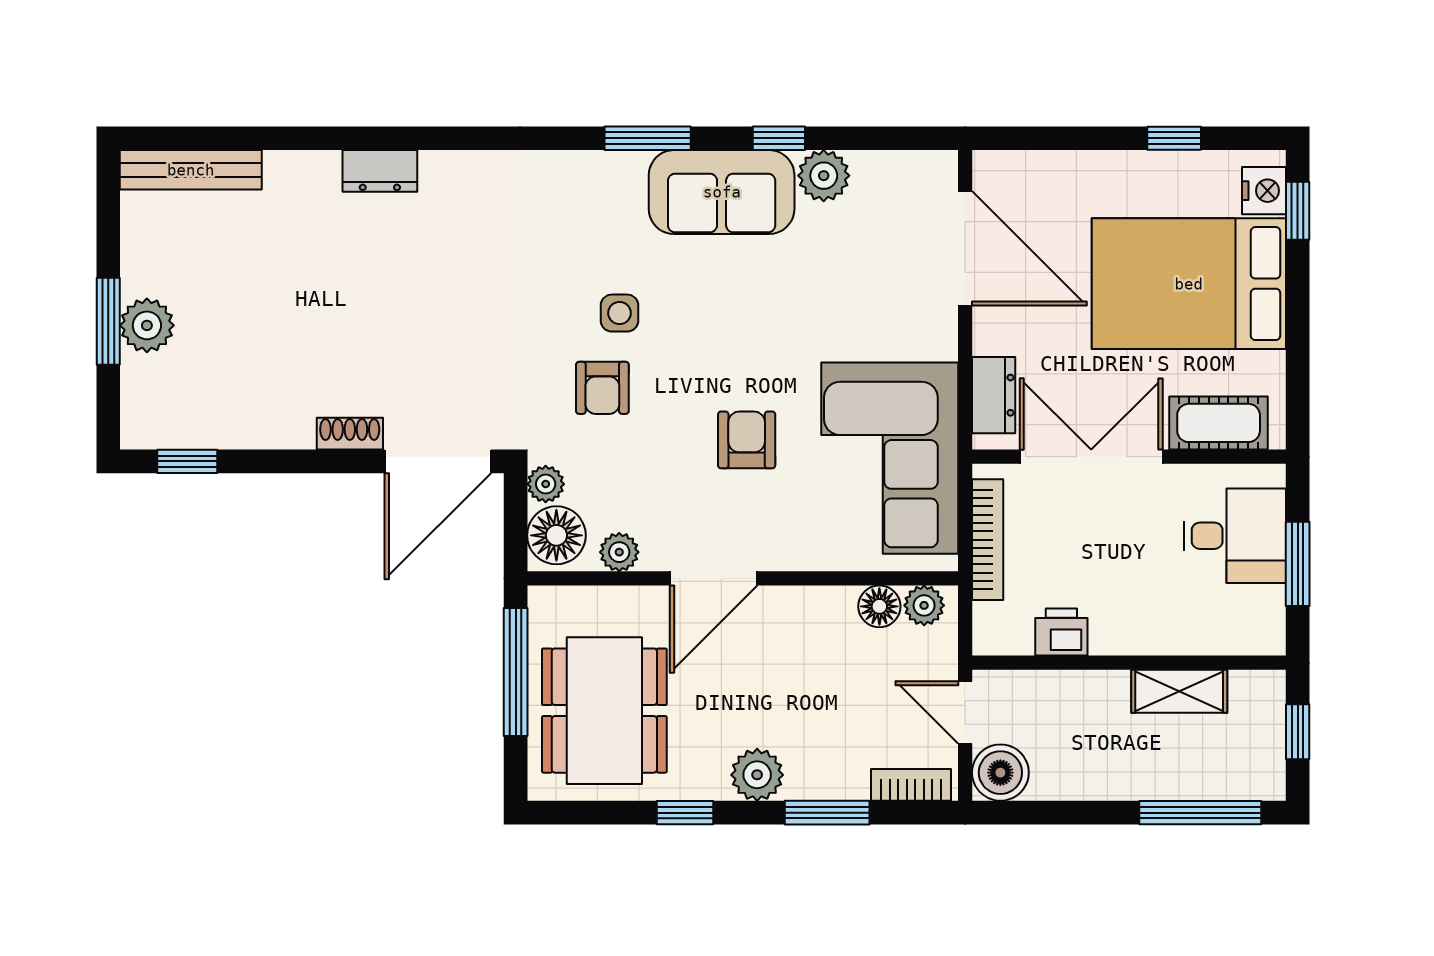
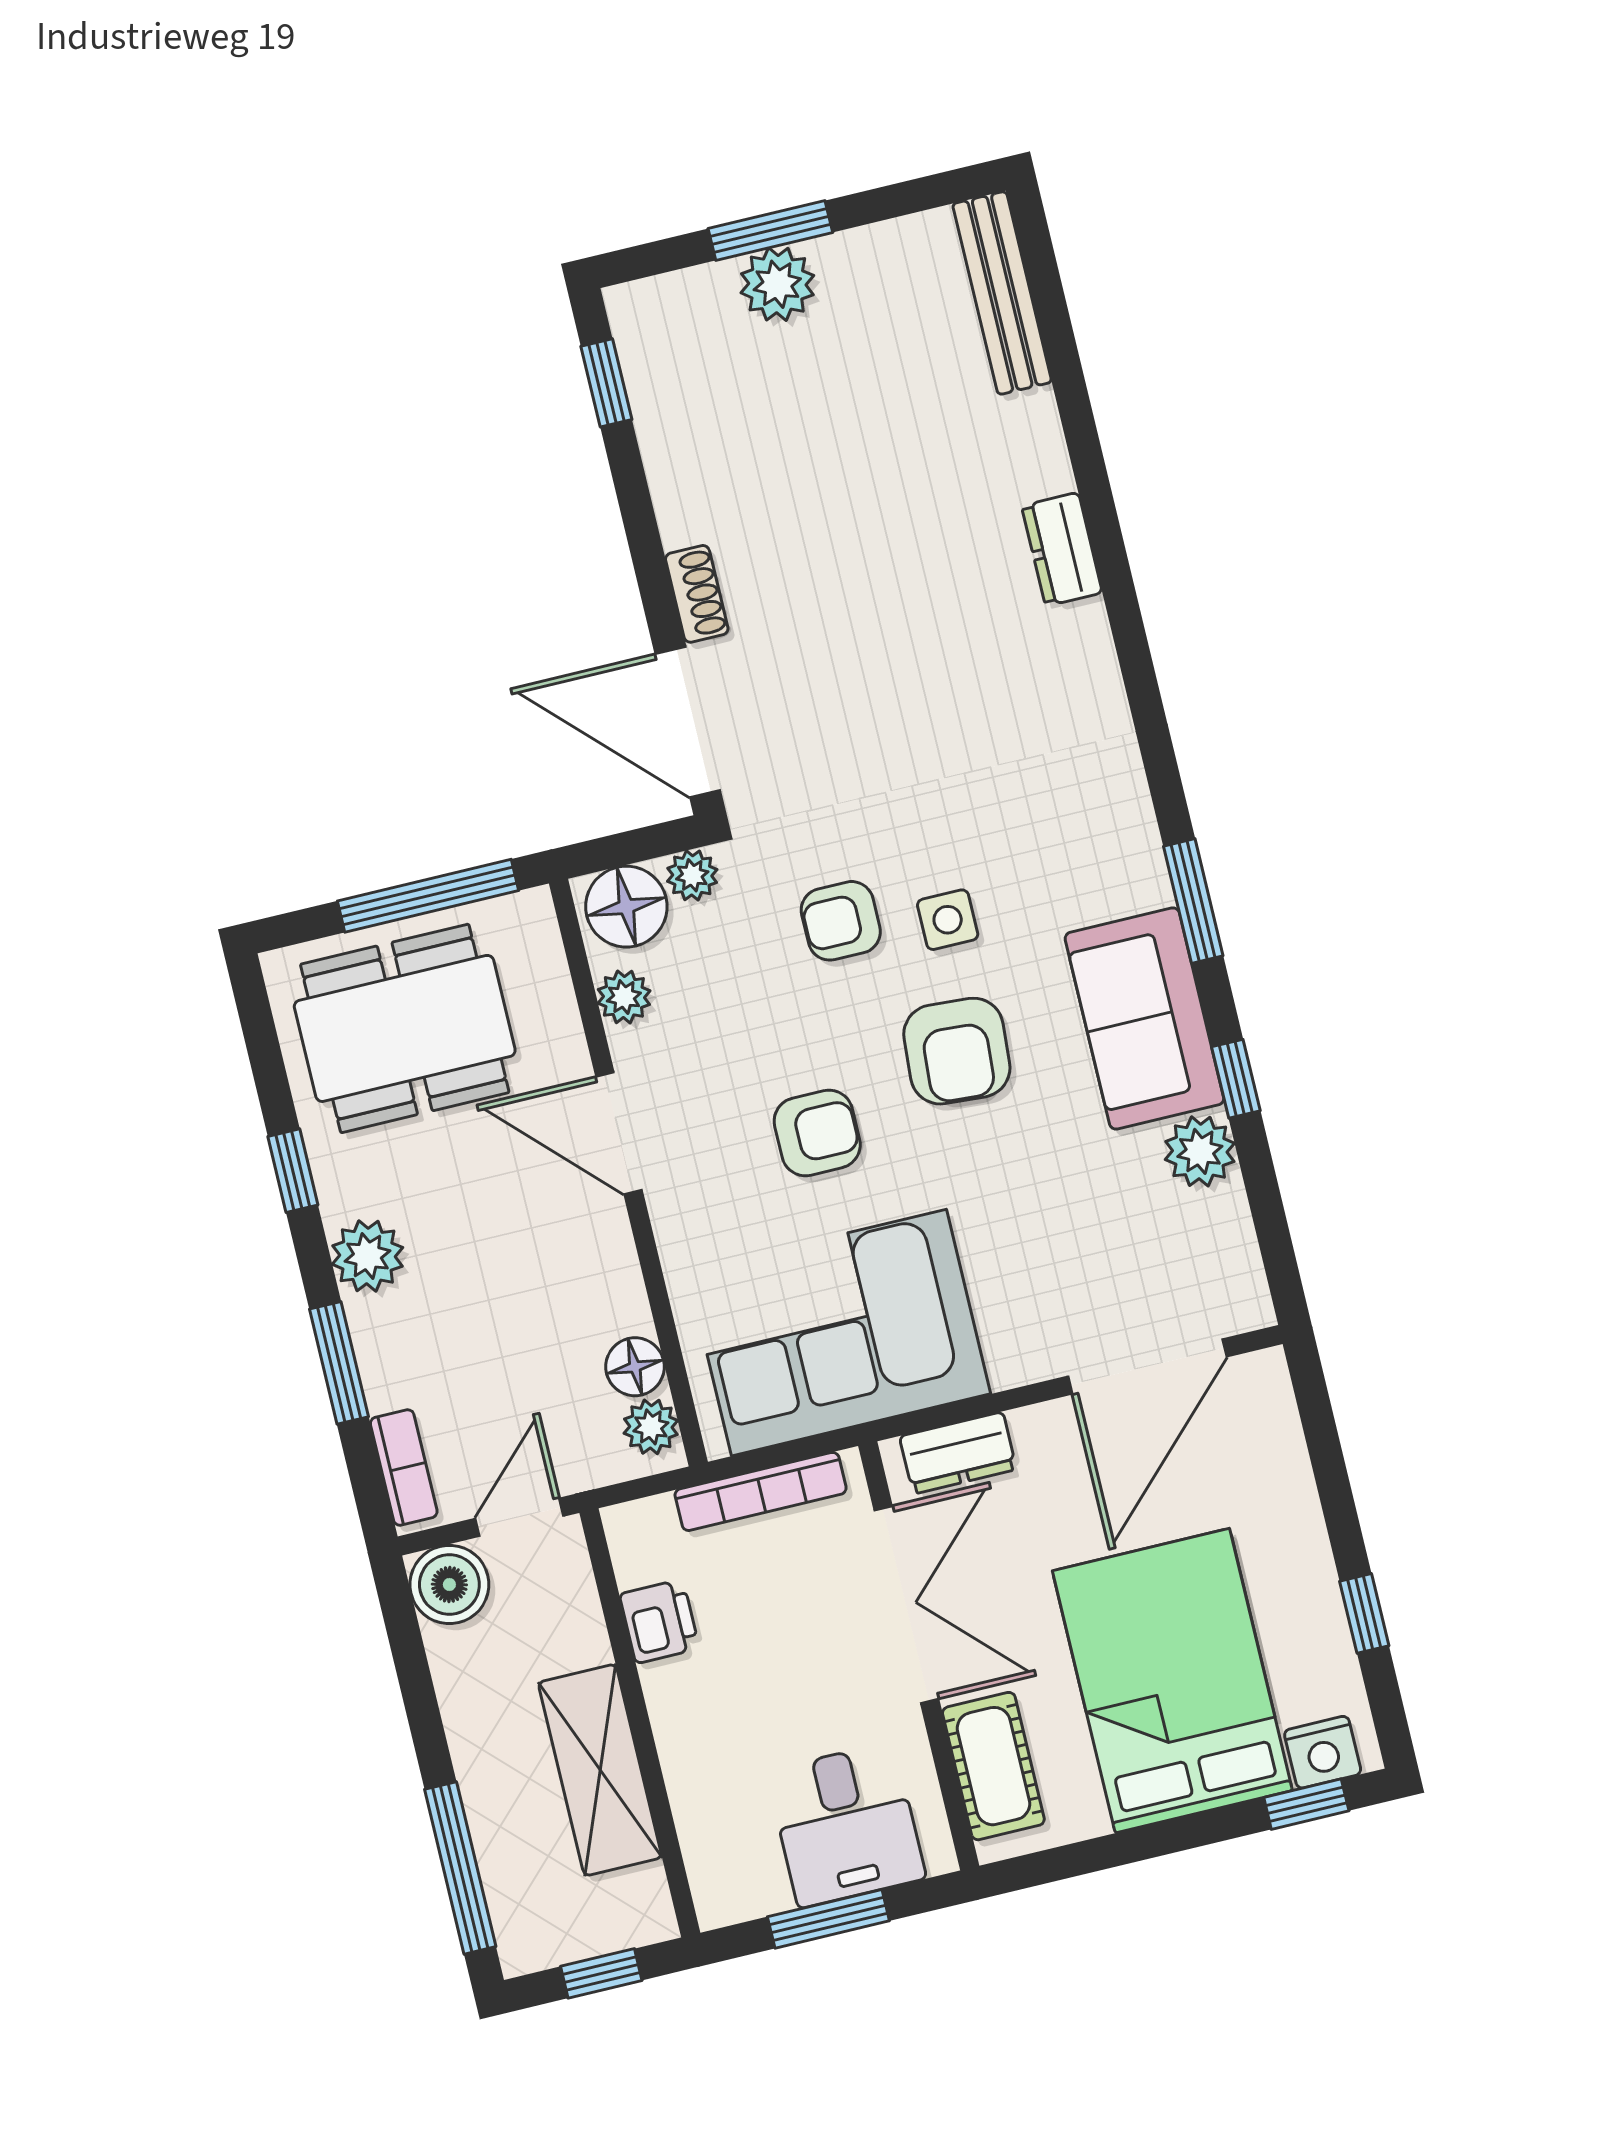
armchair: (713, 329) -> (957, 1051), added
shelving: (1179, 691) -> (600, 1770), width x1.50, depth x1.33

